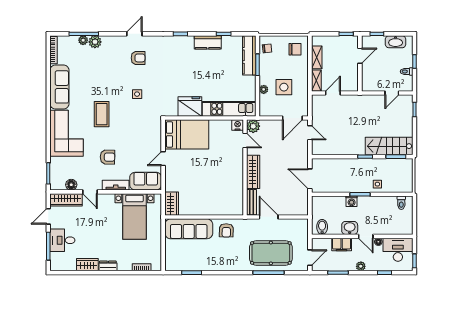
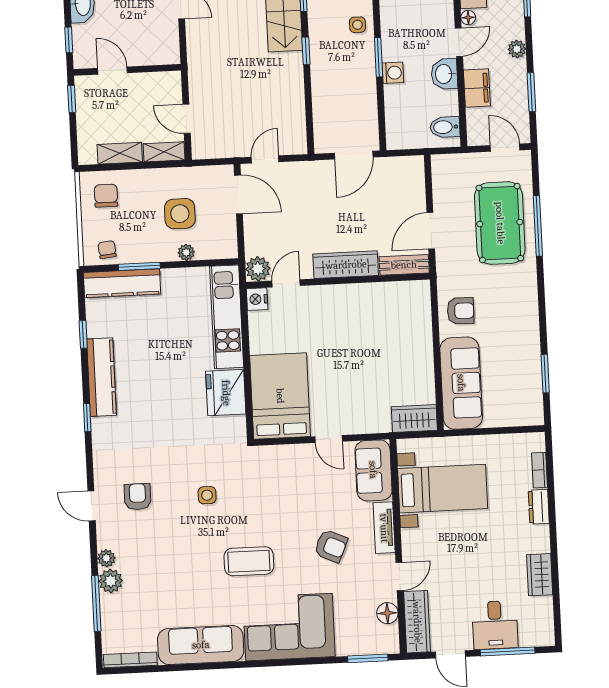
plant: (83, 40) -> (106, 558), moved
kitchen counter: (208, 42) -> (101, 377), width x1.50
armchair: (108, 157) -> (331, 546), turned 113
dresser: (108, 266) -> (539, 507), moved

